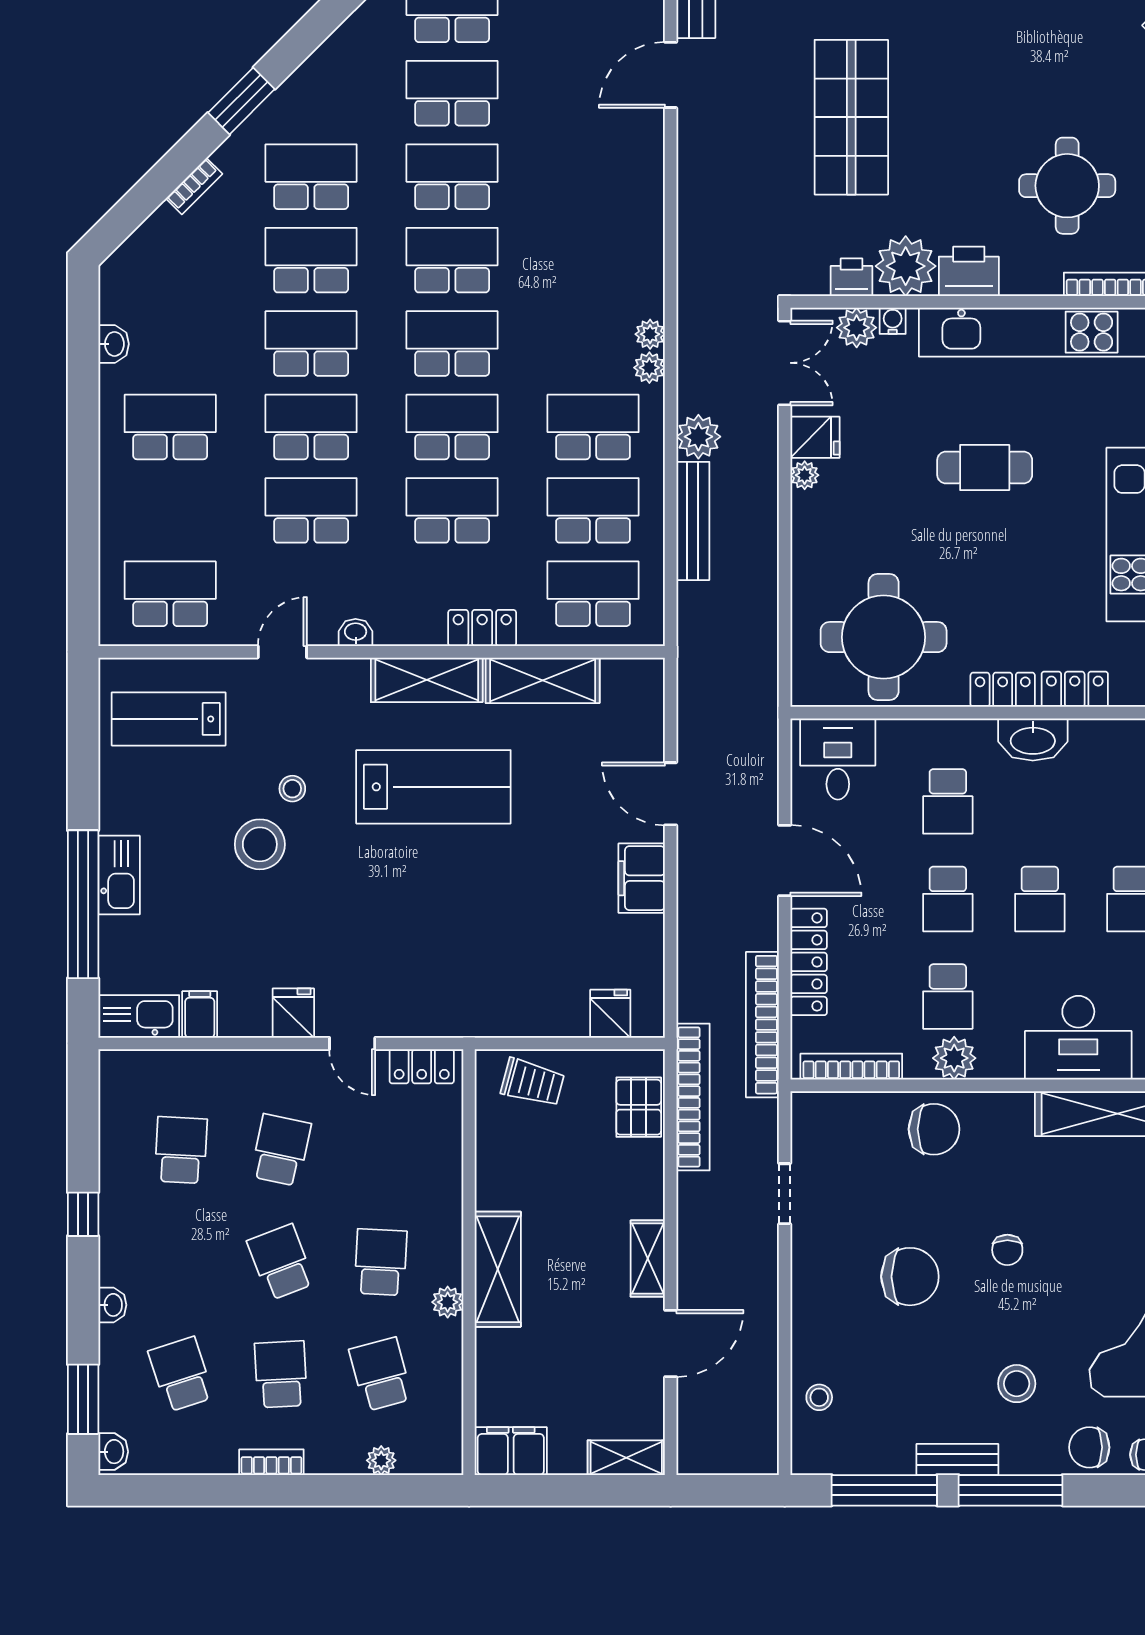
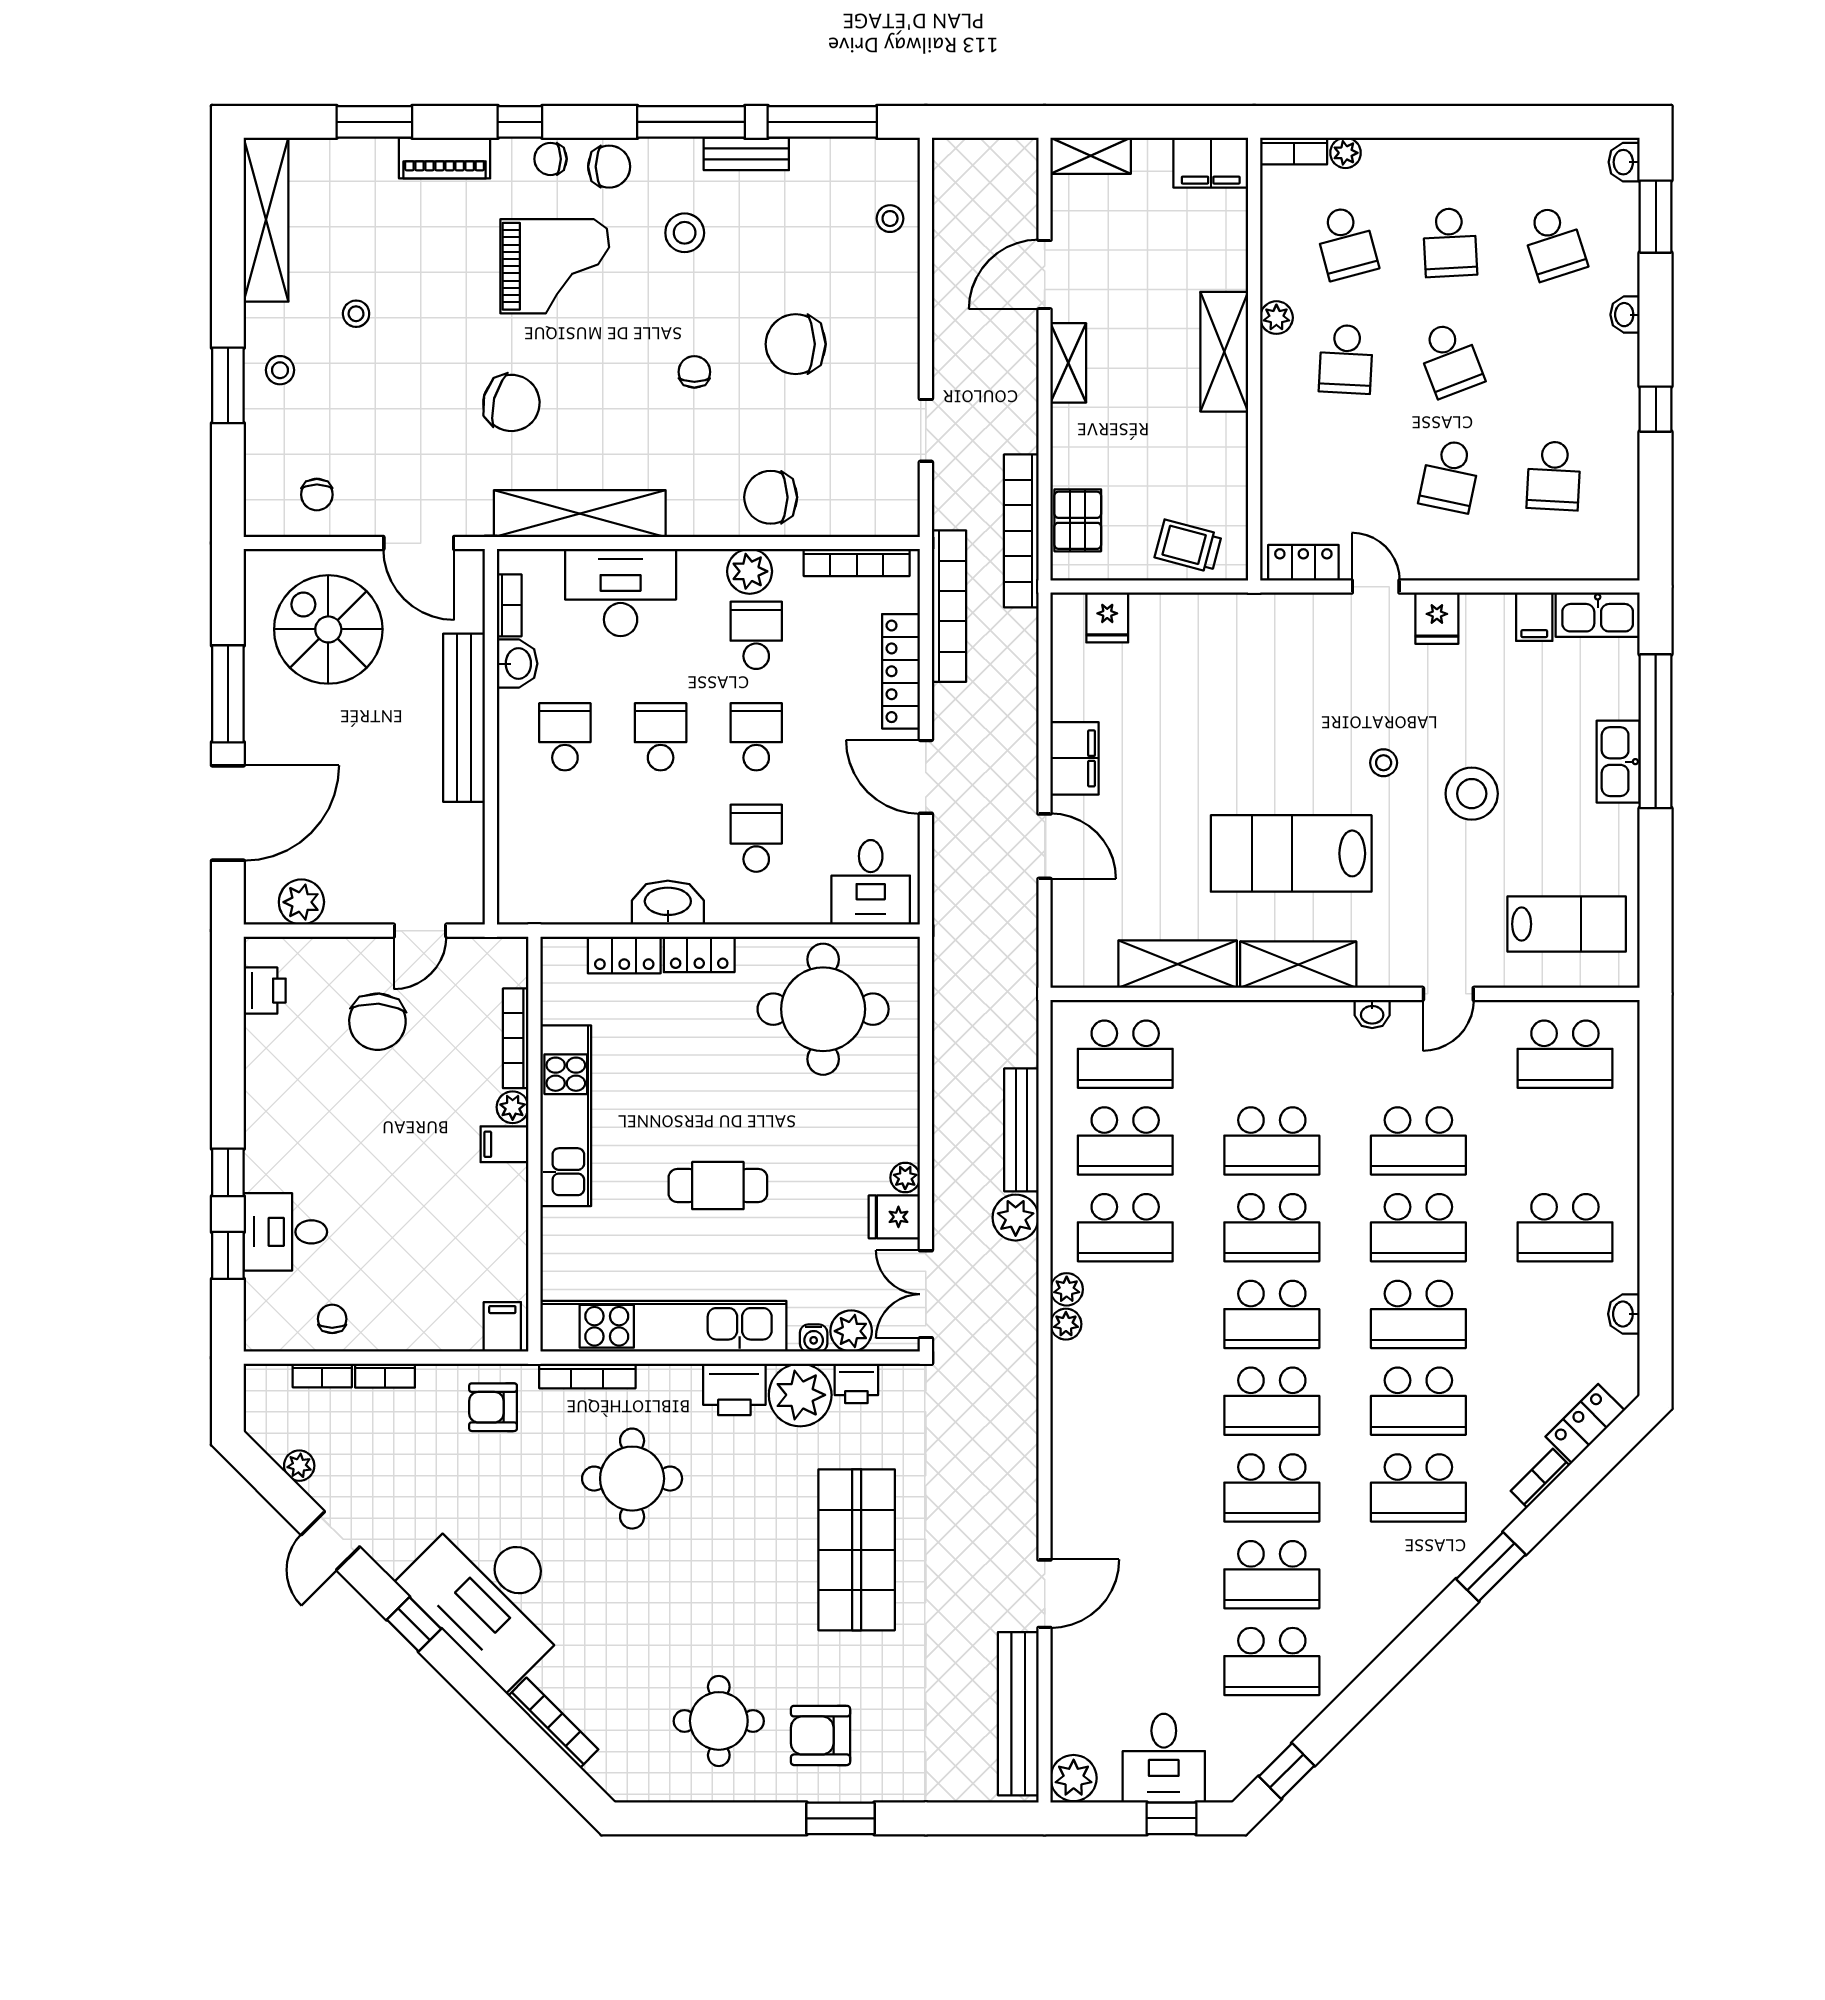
locker: (482, 628) -> (1585, 1424), moved, turned 135
stool: (292, 789) -> (1384, 763), moved
bookcase: (271, 1462) -> (1294, 151), moved

